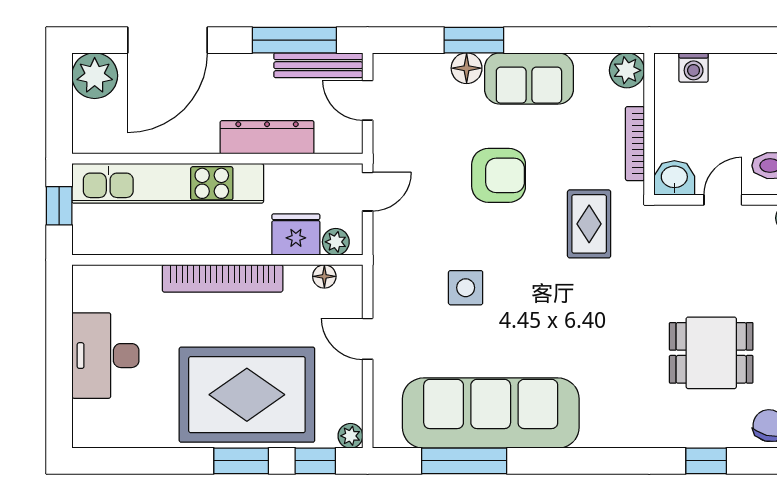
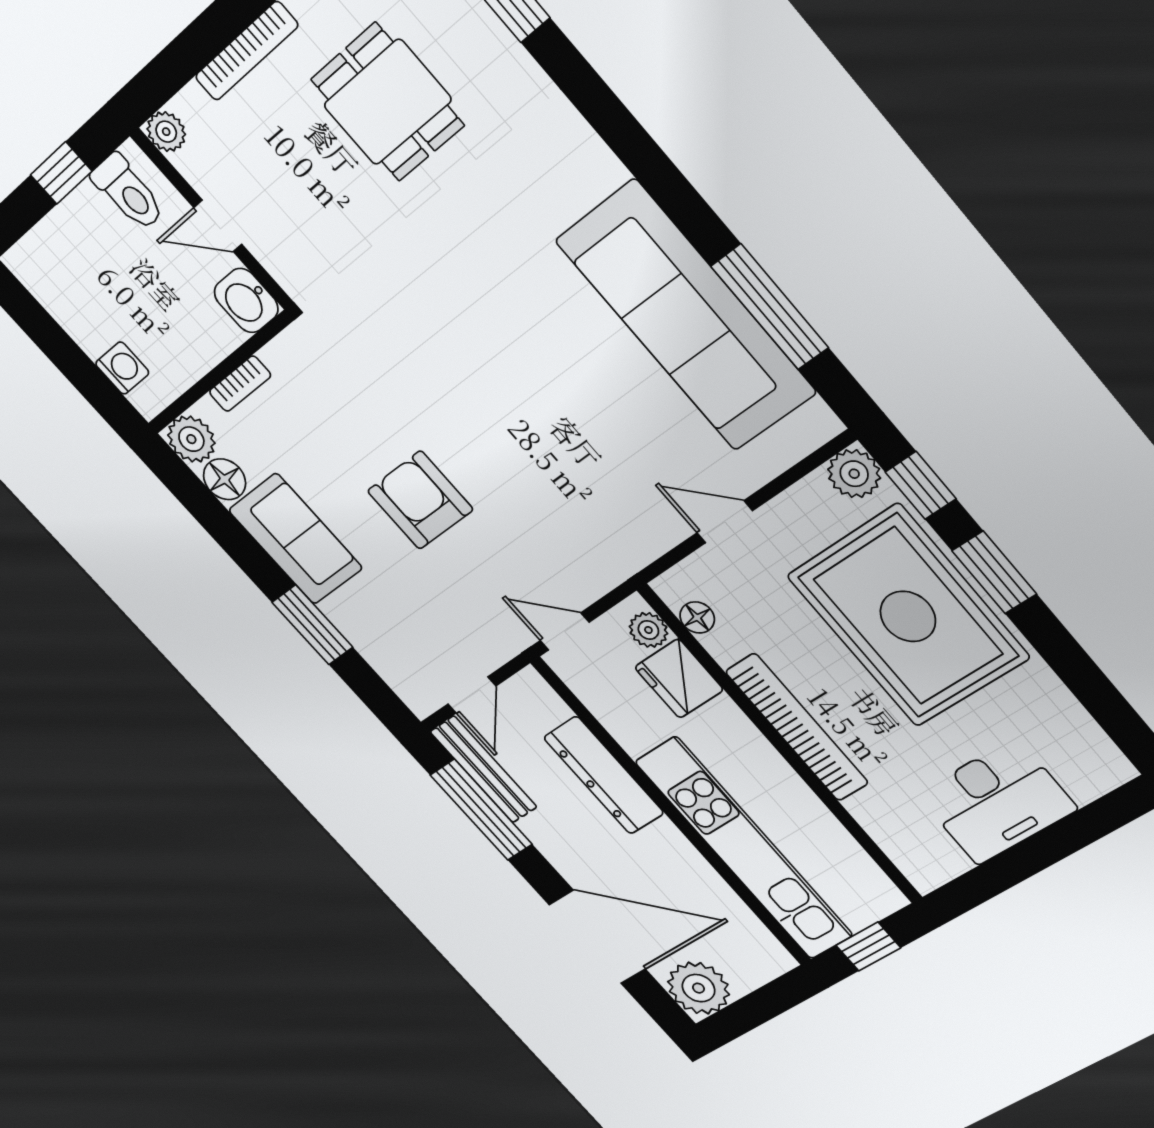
floor lamp: (467, 68) -> (225, 479), moved
bookcase: (635, 144) -> (240, 384), width x0.64
rug: (589, 224) -> (379, 360), removed
side table: (466, 288) -> (570, 450), removed
door: (368, 339) -> (725, 522), swing flipped
plant: (350, 436) -> (854, 474), width x1.38, depth x1.38

